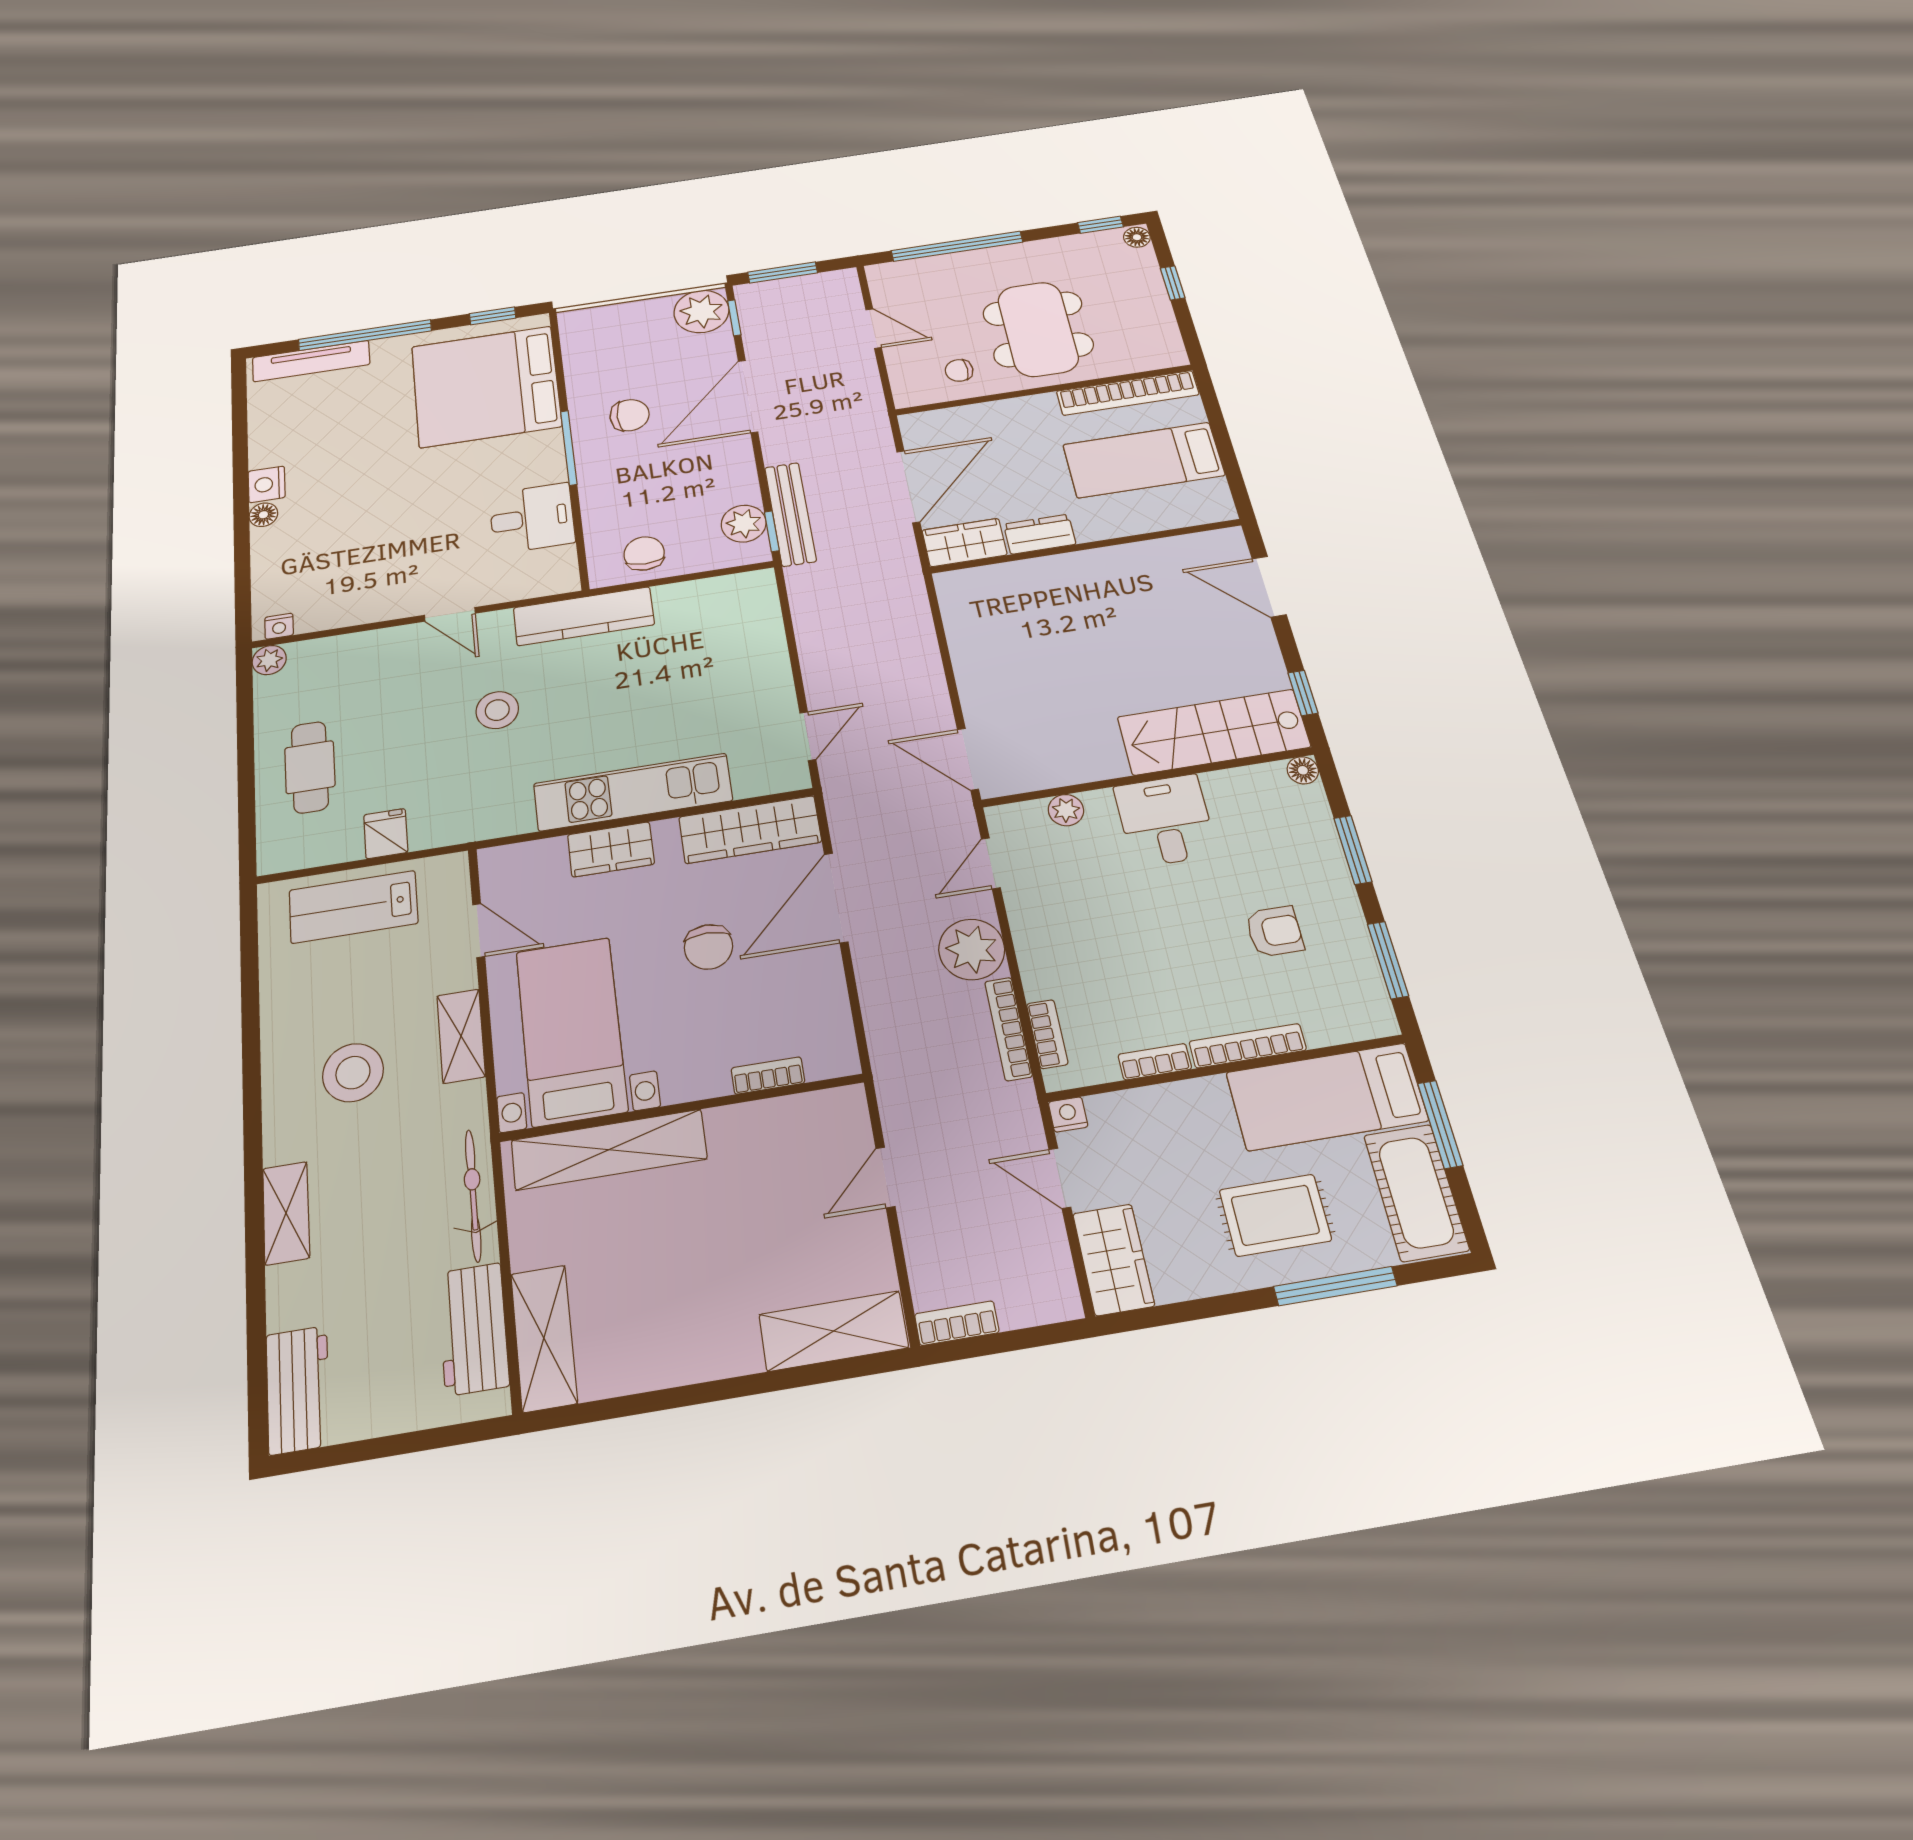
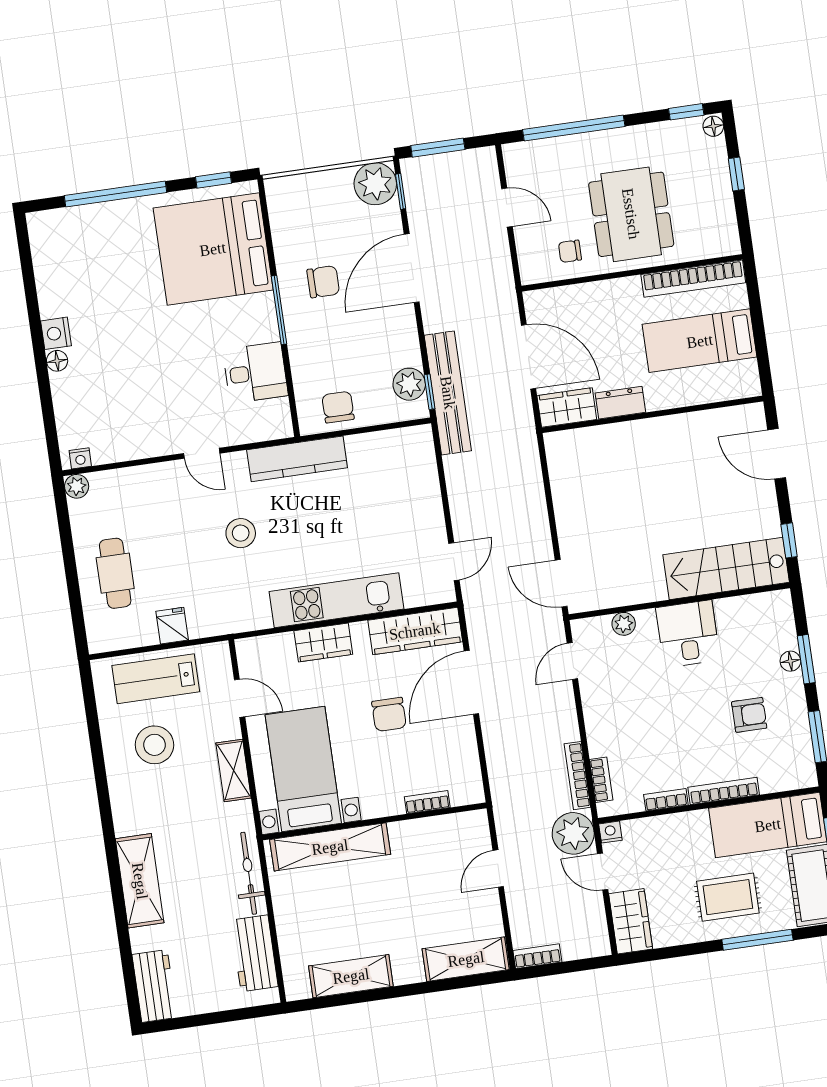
tv unit: (311, 361) -> (76, 218), removed
door: (908, 487) -> (529, 357), hinge flipped
bench: (790, 514) -> (448, 393), width x1.37, depth x1.21
floor lamp: (1303, 770) -> (790, 661), moved
plant: (972, 949) -> (573, 833), moved
stool: (353, 1073) -> (154, 745), moved
shelving: (286, 1213) -> (140, 881), width x1.50, depth x1.33
shelving: (544, 1338) -> (351, 976), moved, turned 90

